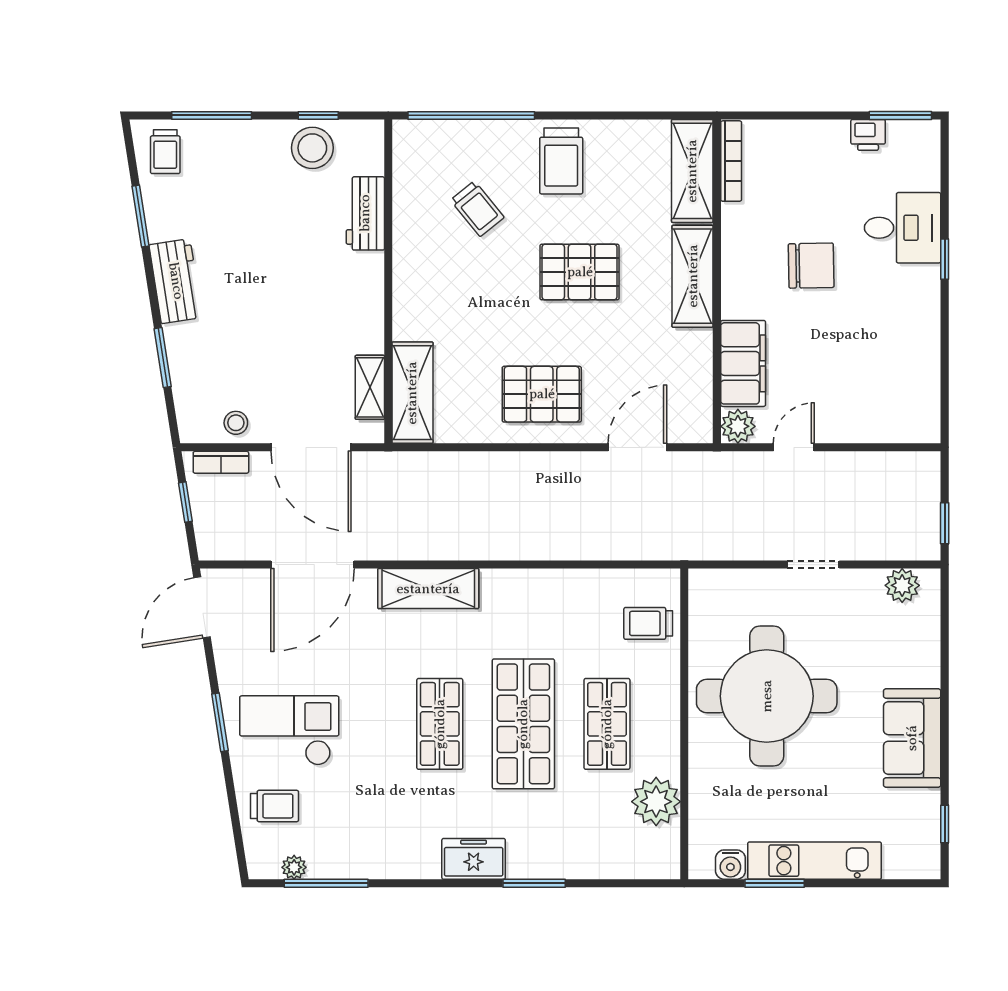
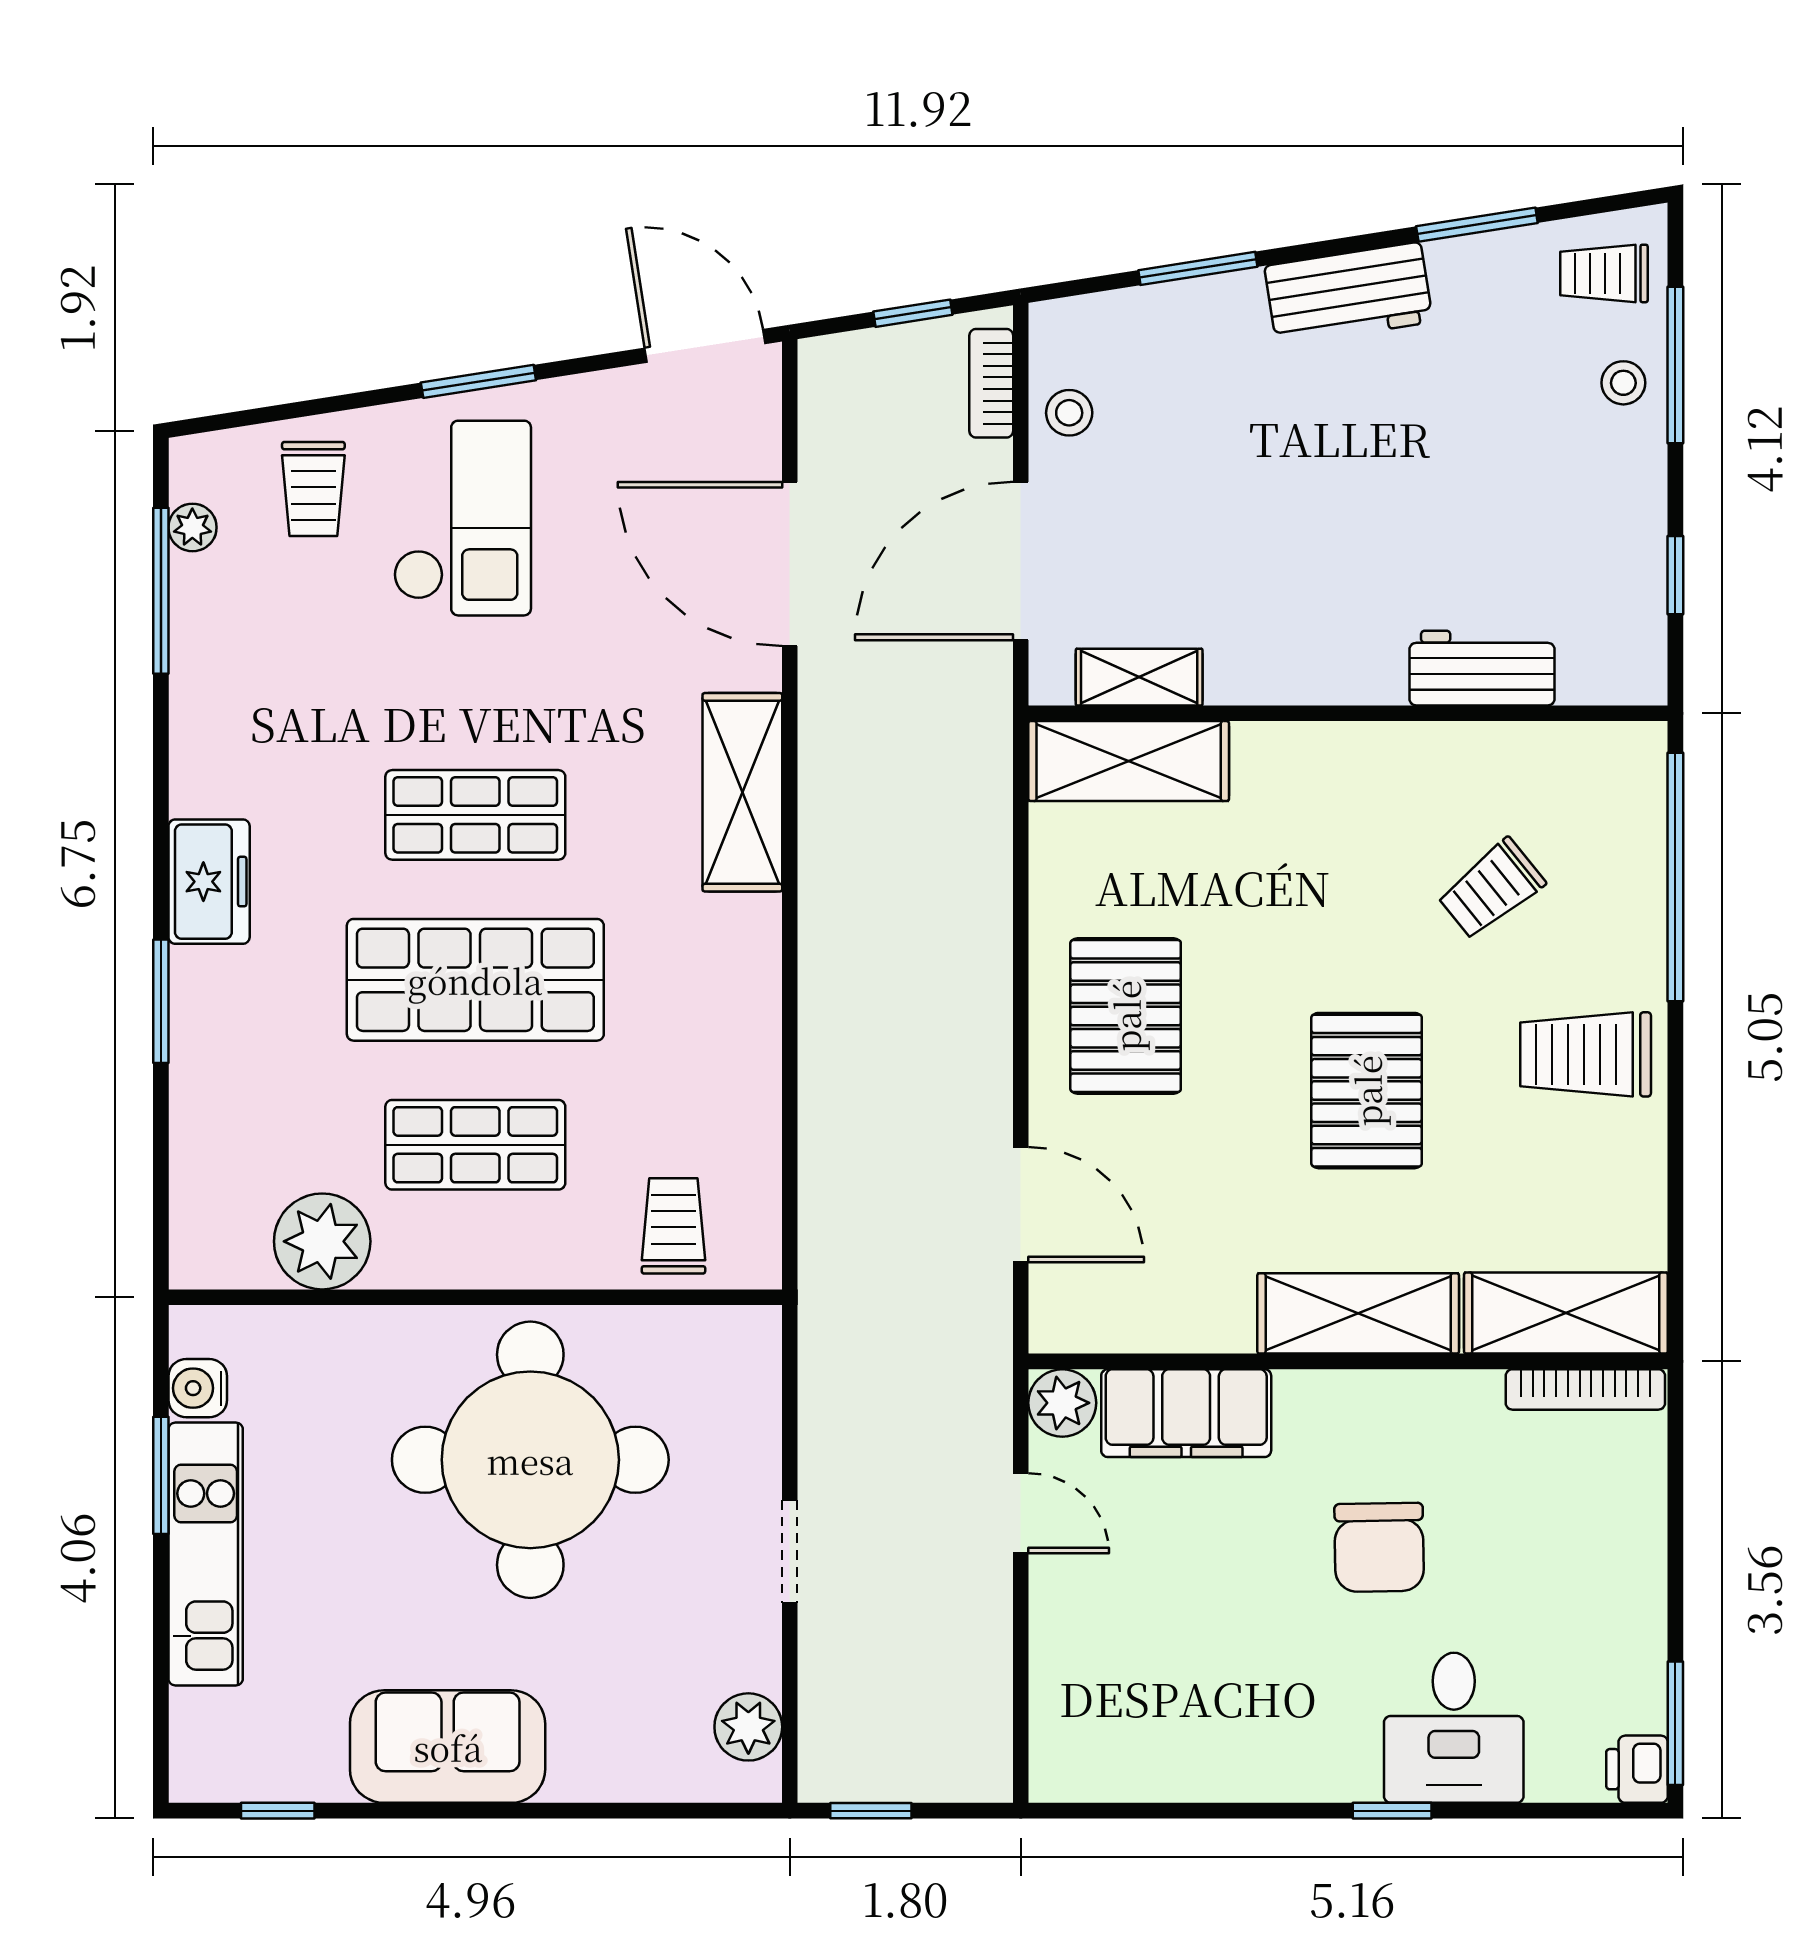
printer: (868, 135) -> (1637, 1769), moved
stool: (312, 148) -> (1623, 383), moved, width x0.53, depth x0.53

